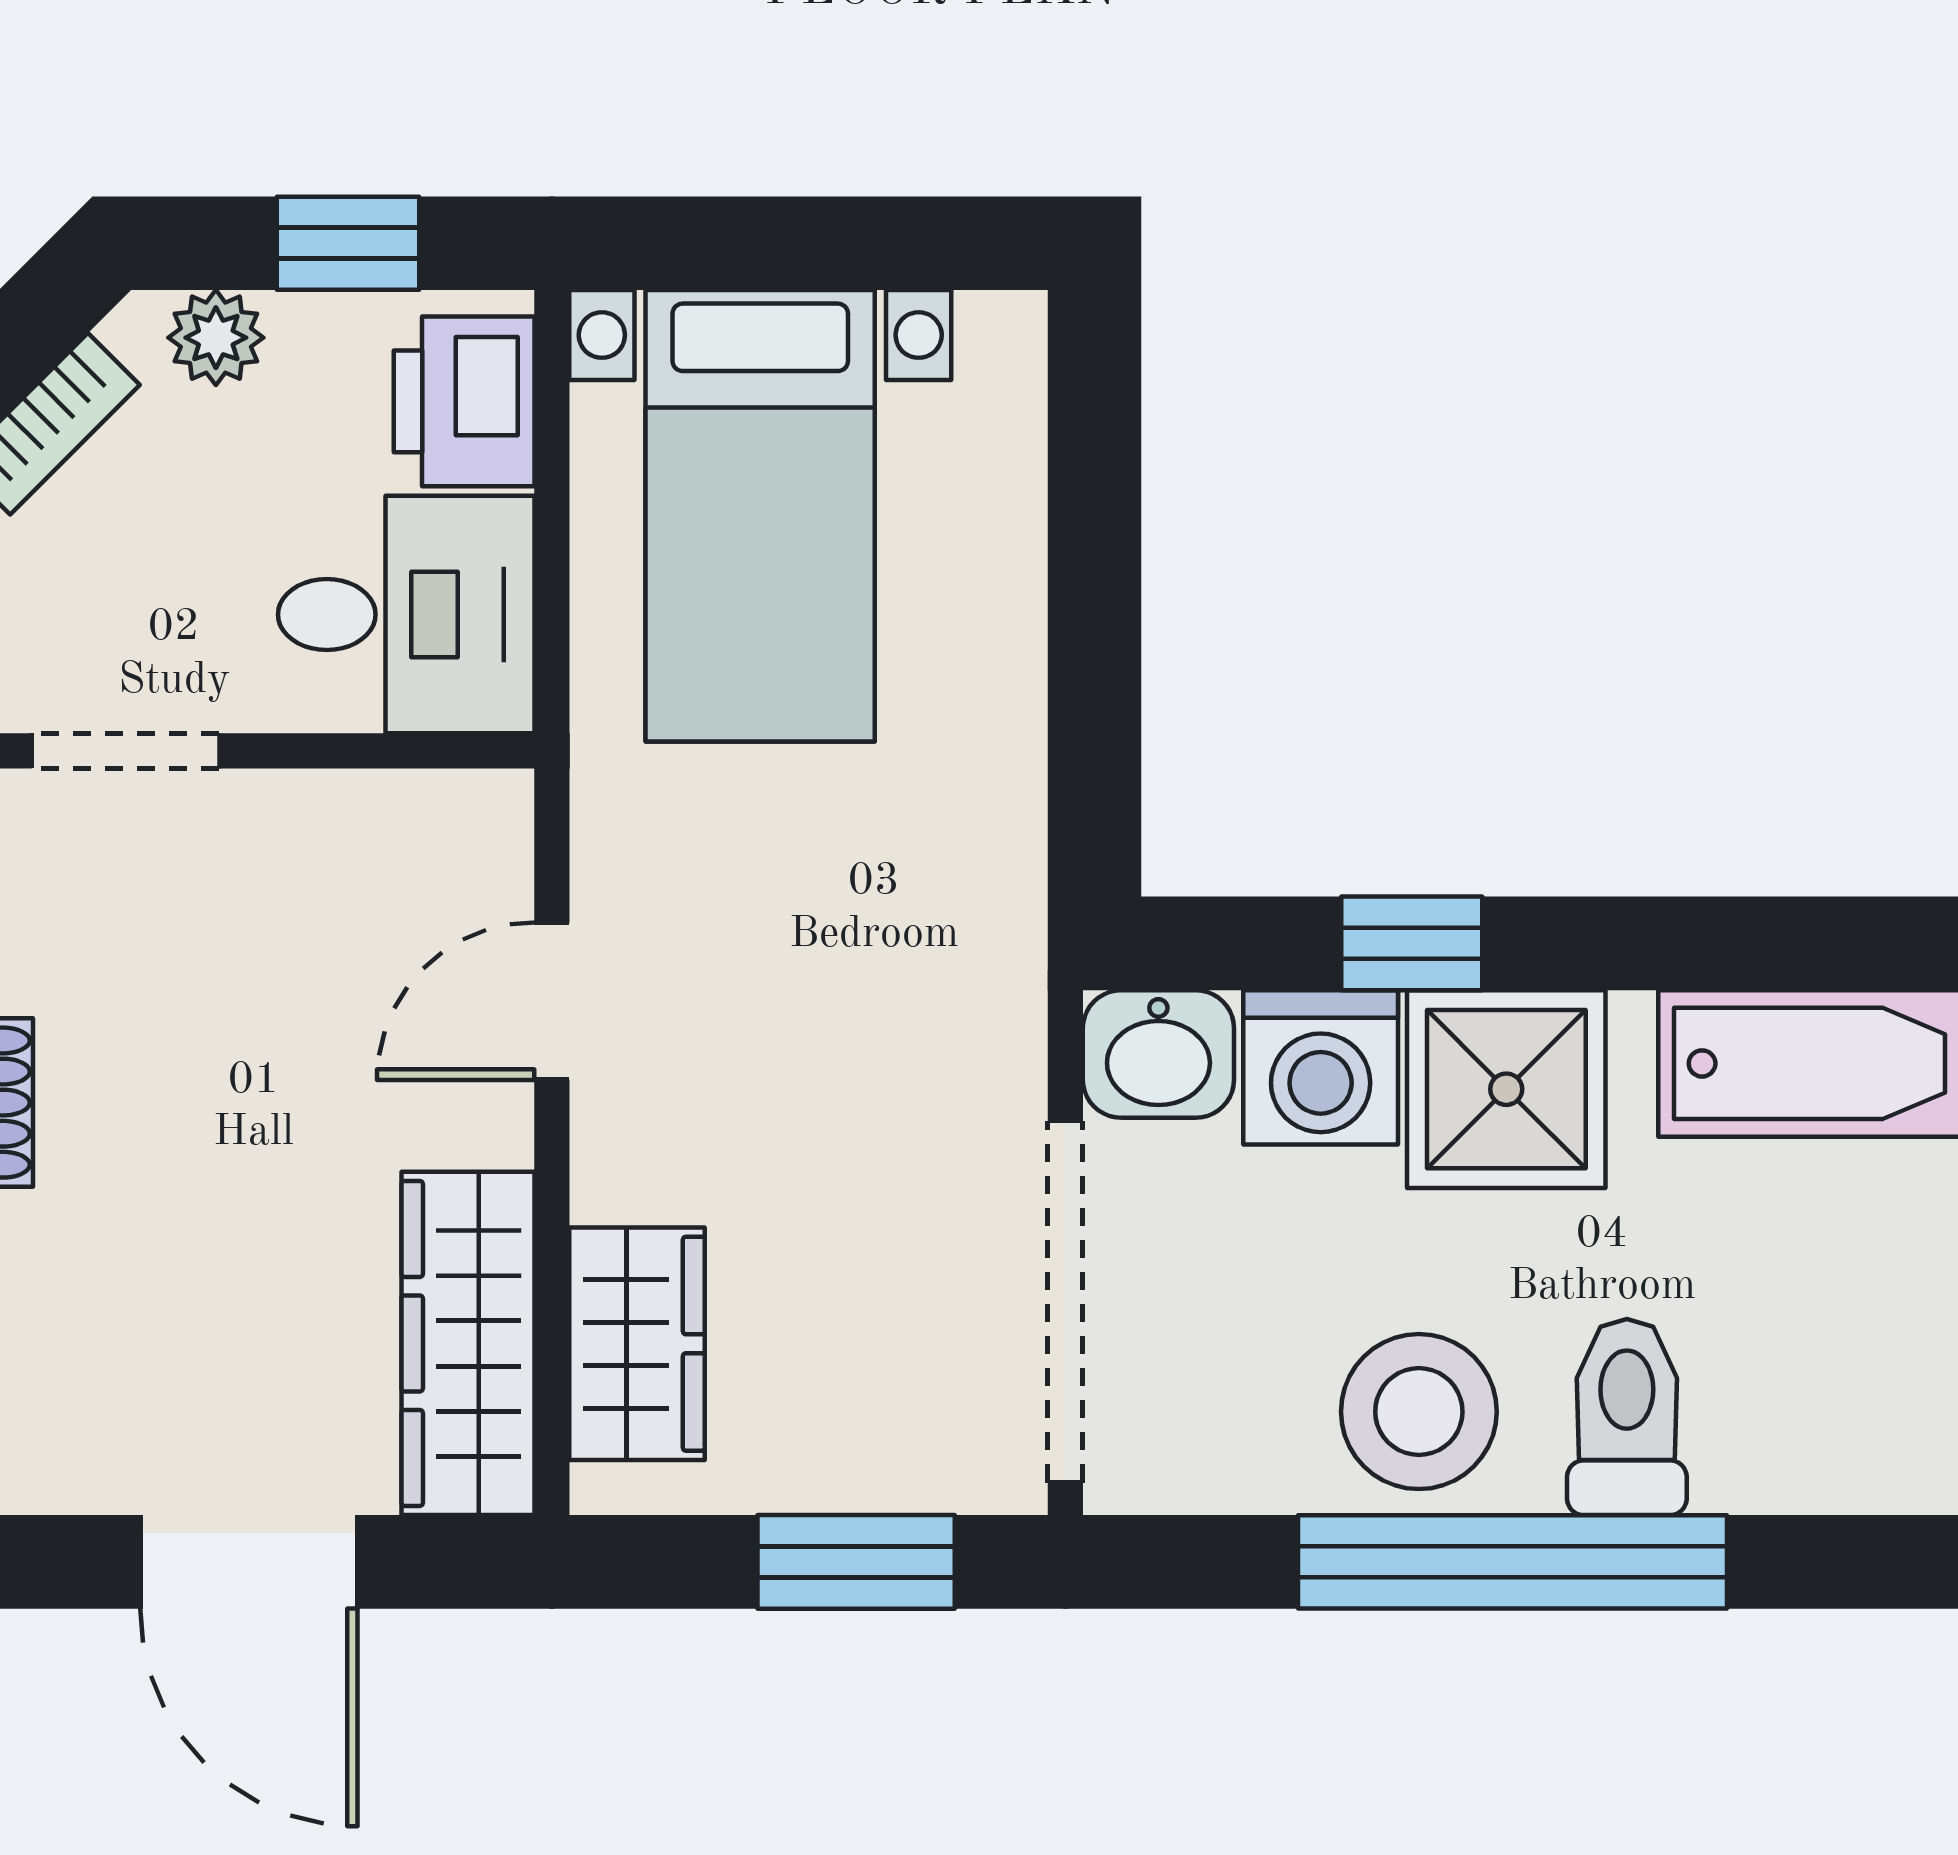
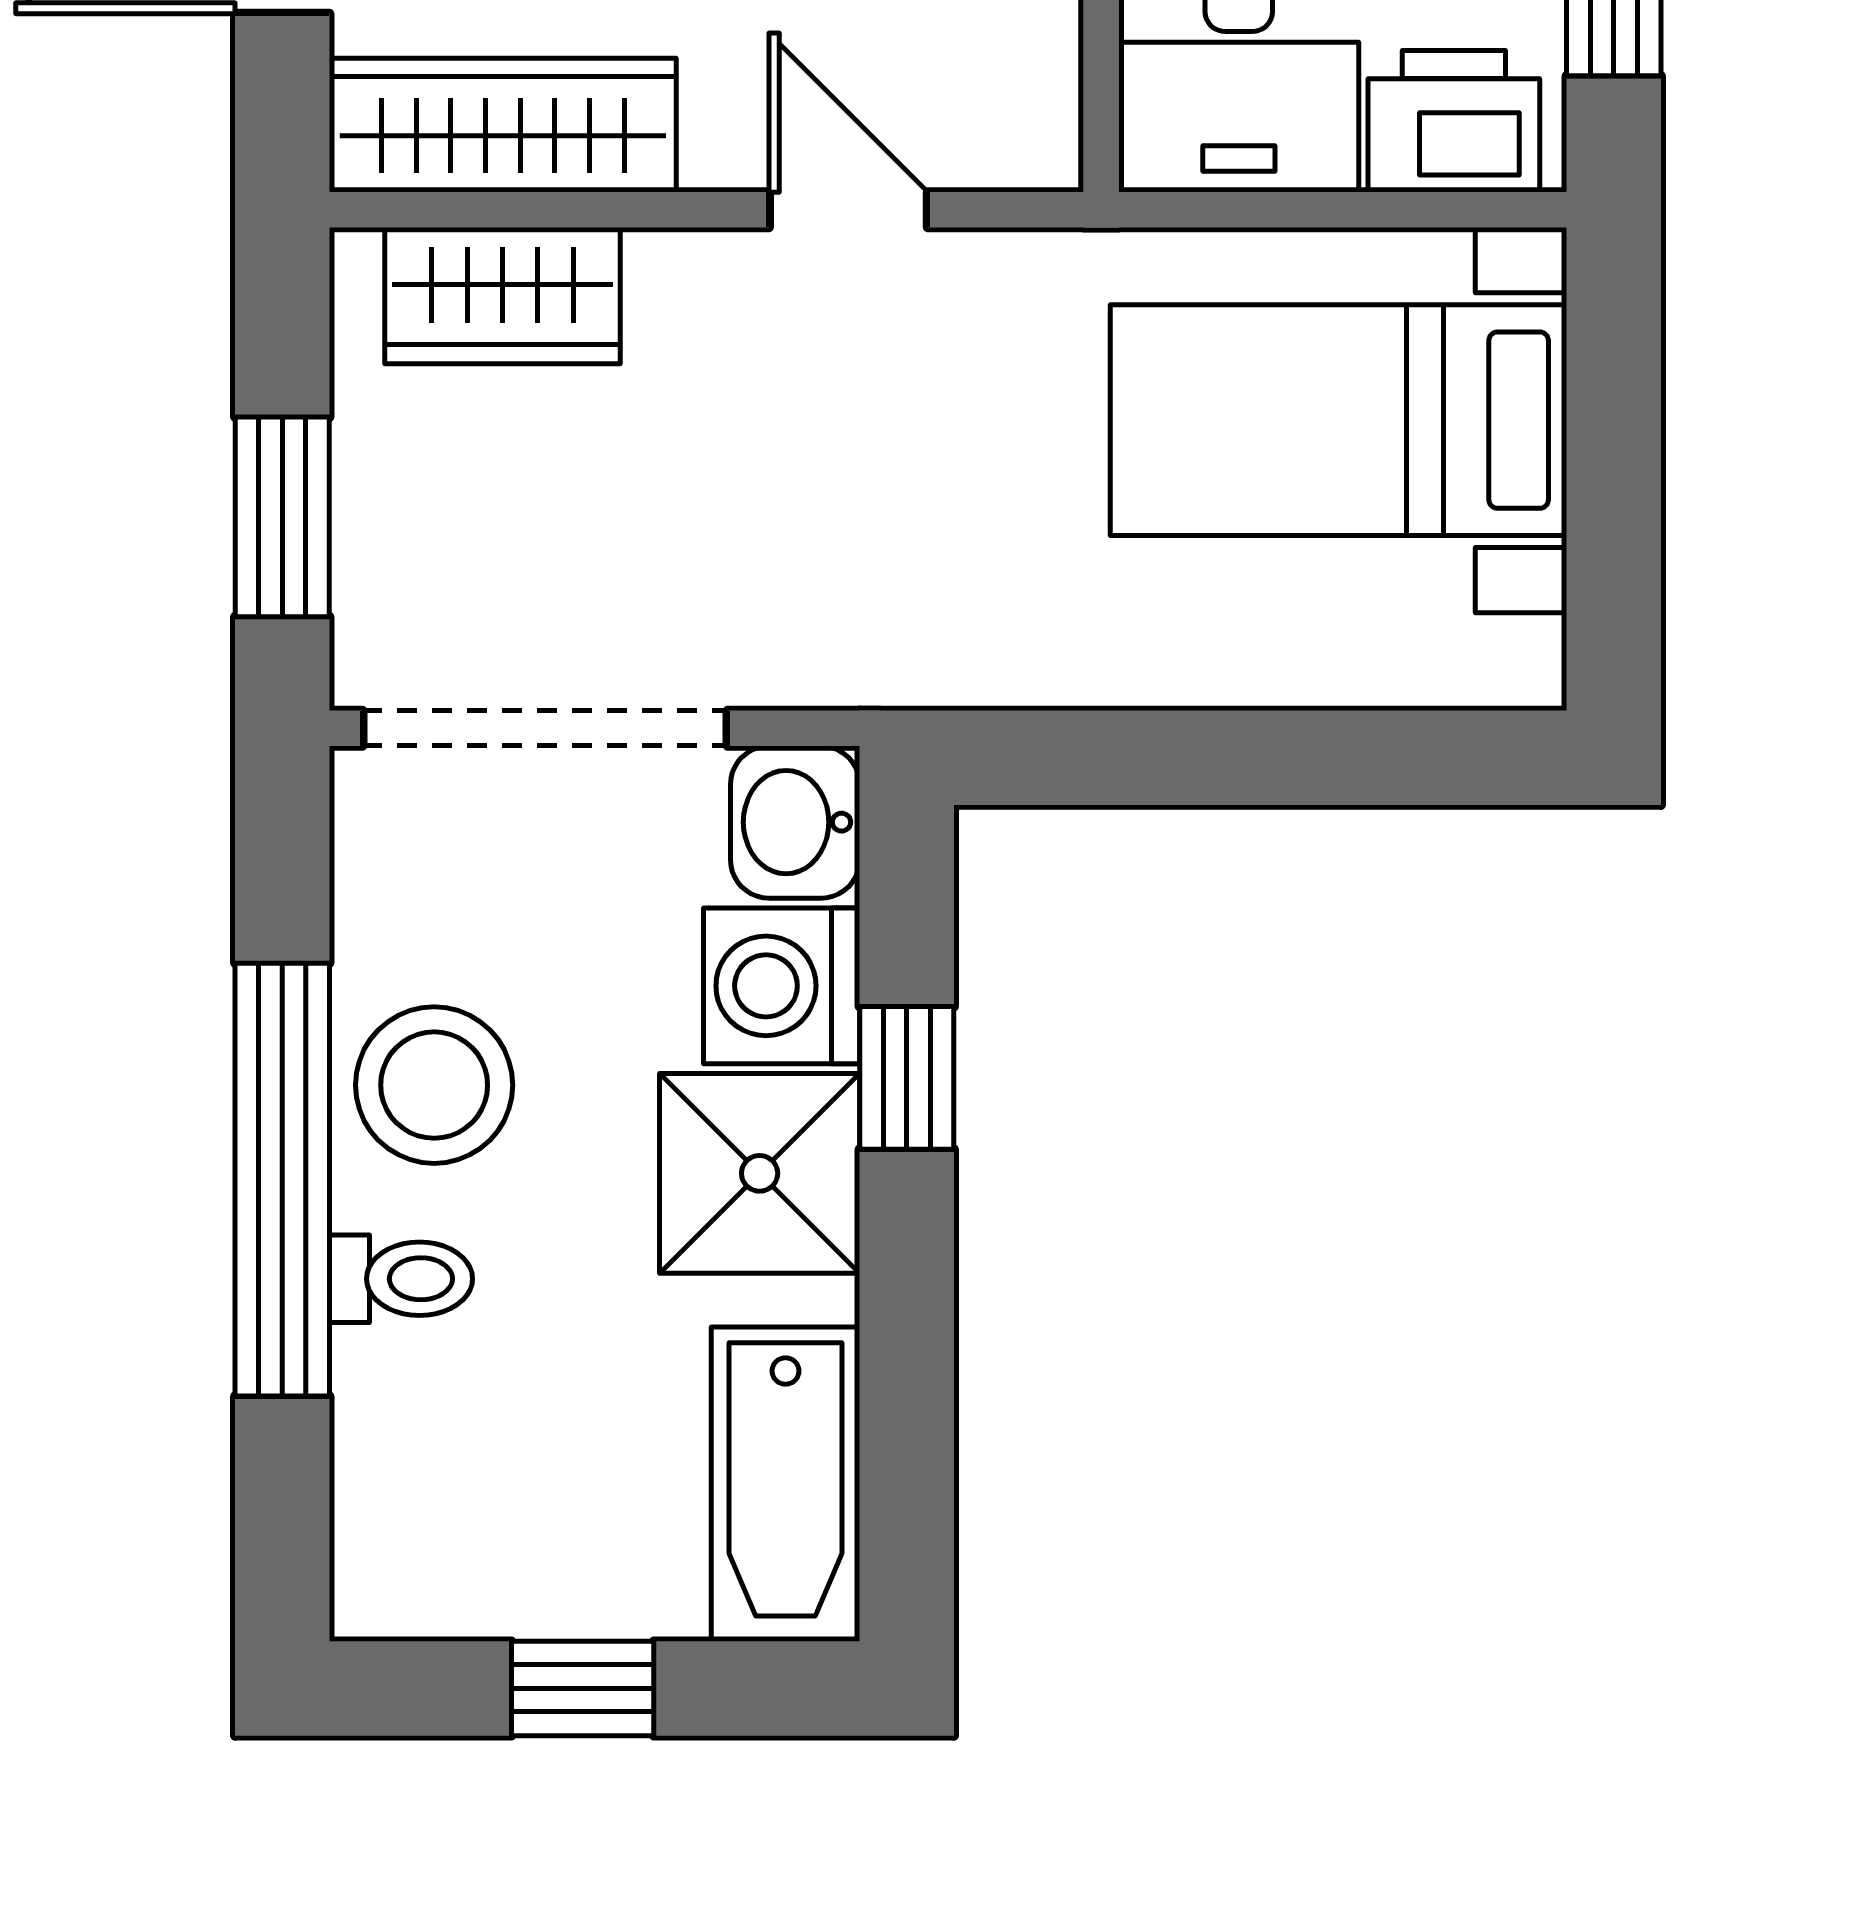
toilet: (1627, 1417) -> (401, 1279), width x0.73, depth x0.72

